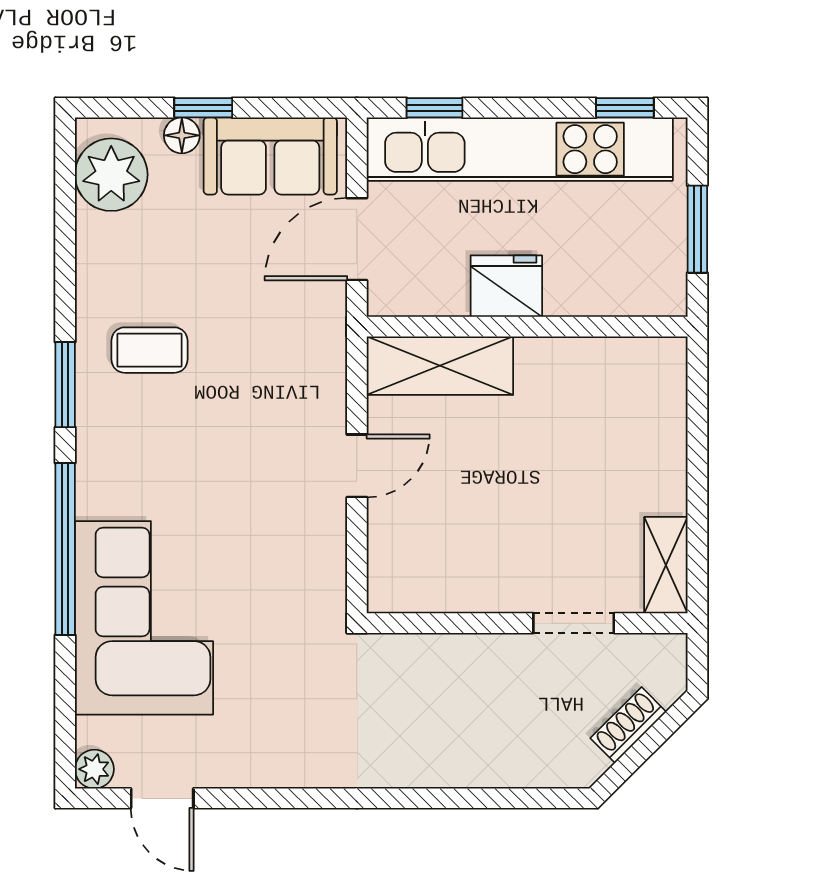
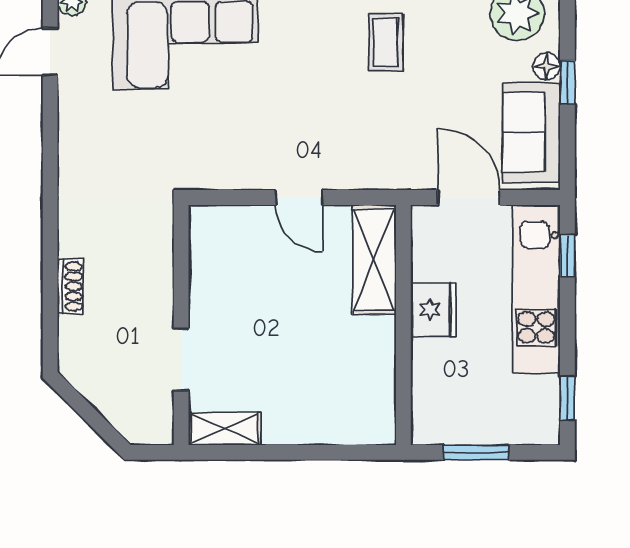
kitchen unit: (520, 149) -> (536, 289), width x0.73
shoe rack: (628, 725) -> (71, 286), moved, turned 45

